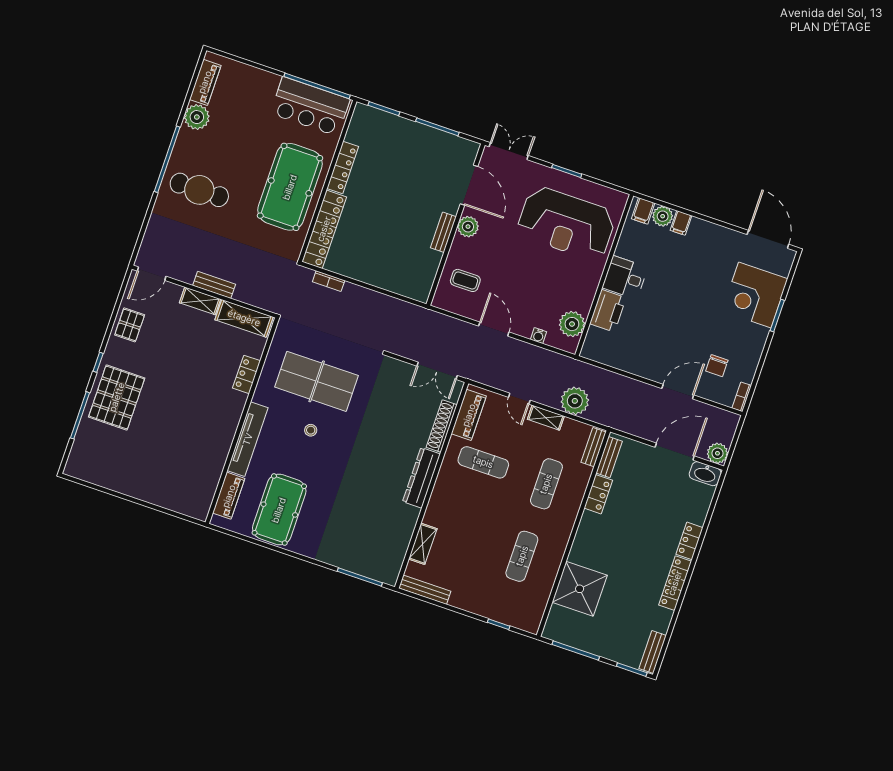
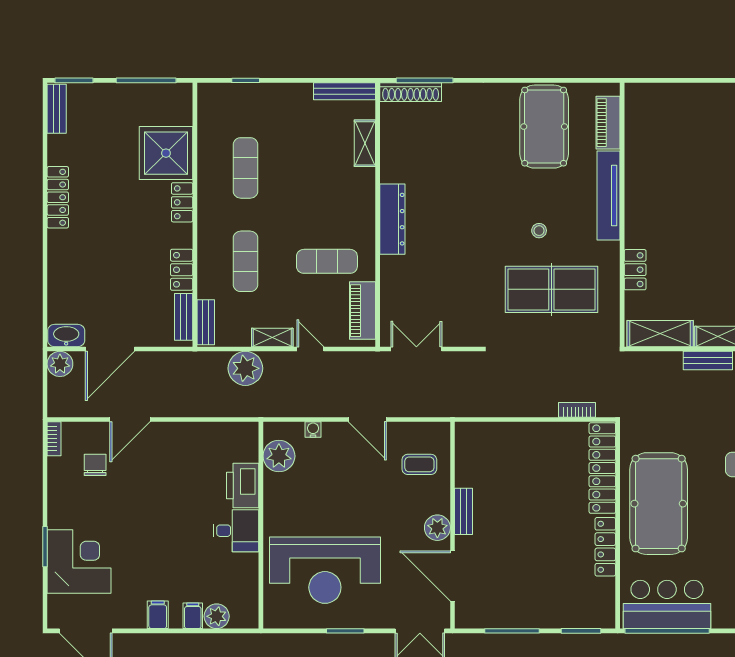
filing cabinet: (643, 211) -> (158, 615), moved
reception desk: (566, 223) -> (325, 570), turned 180
shoe rack: (442, 426) -> (411, 92), moved, turned 90
locker: (690, 541) -> (182, 202), moved, turned 180

